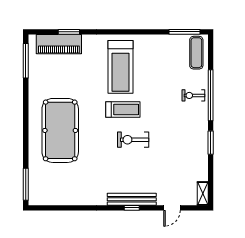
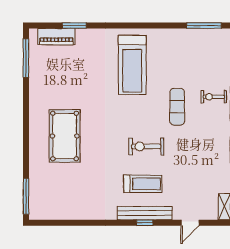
piano: (59, 44) -> (56, 37), width x0.73, depth x0.75
exercise mat: (196, 53) -> (177, 107), moved
treadmill: (123, 109) -> (143, 184), moved
pool table: (60, 130) -> (65, 136), width x0.73, depth x0.76

